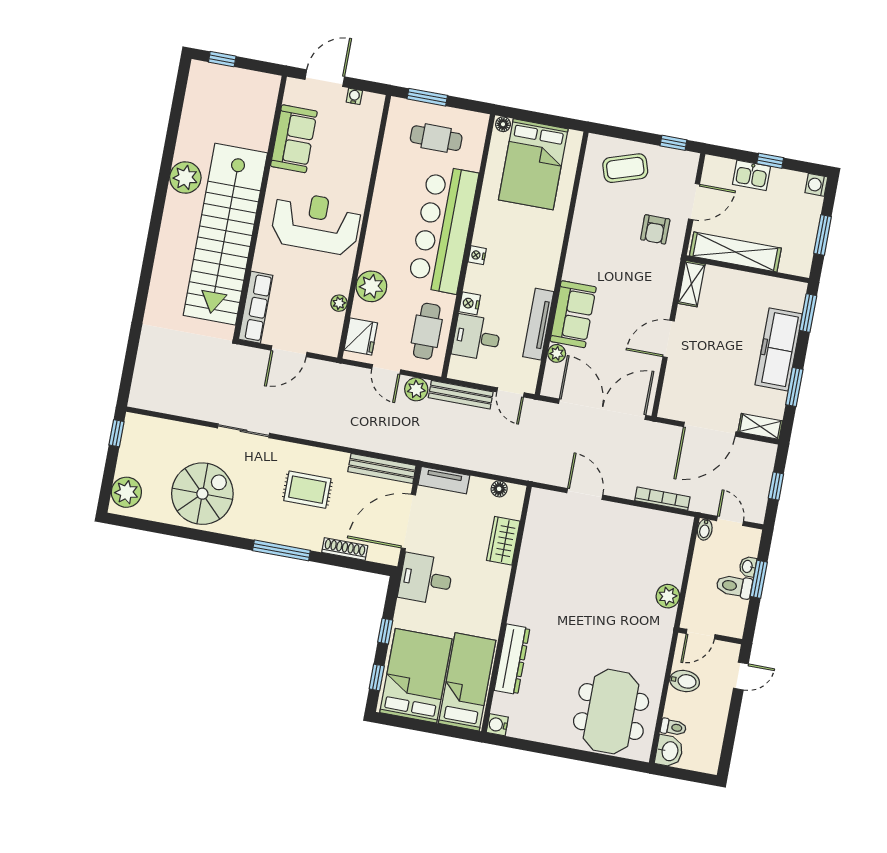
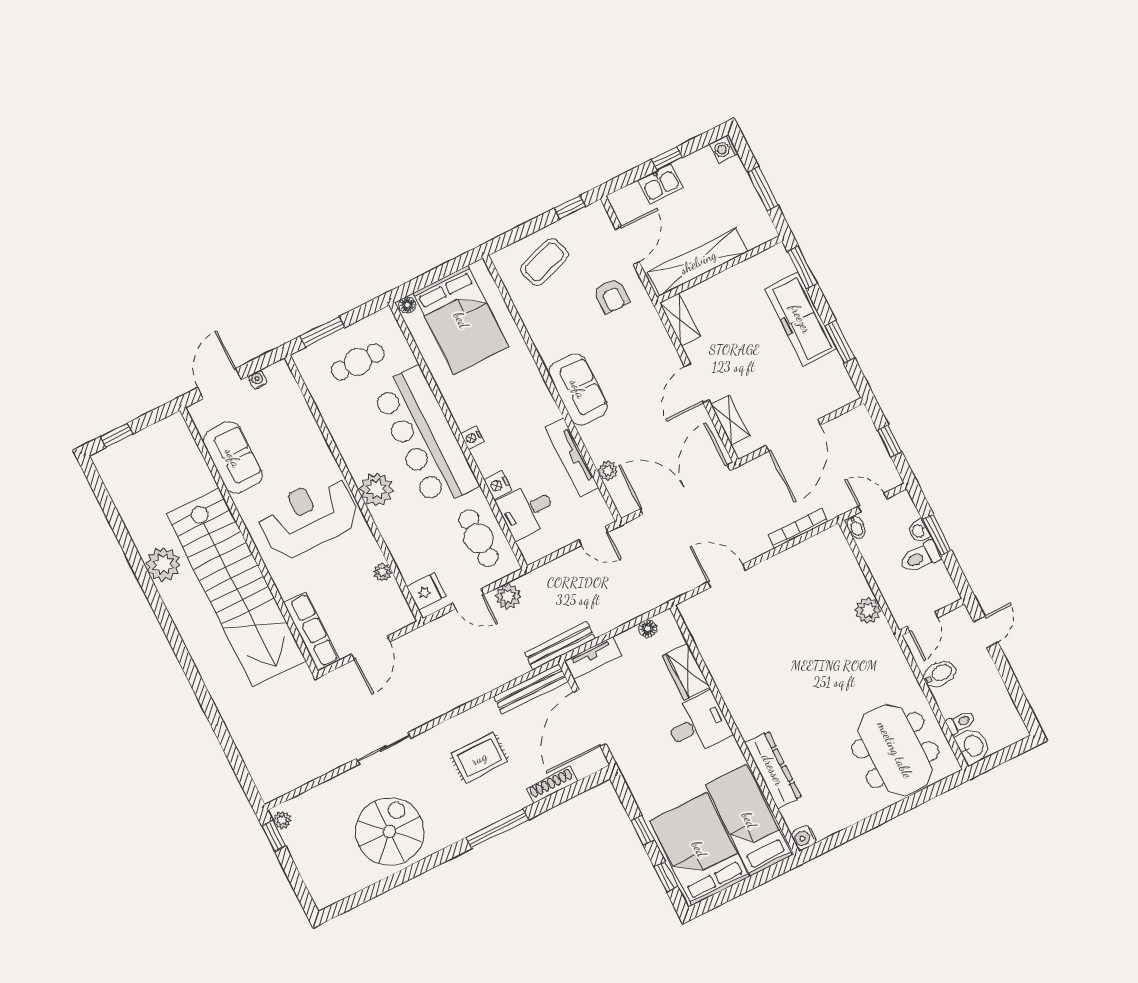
plant: (371, 286) -> (376, 489), moved
sofa: (573, 314) -> (578, 389), moved
fridge: (361, 336) -> (426, 591), width x0.72
bench: (461, 395) -> (560, 646), moved
shelving: (760, 426) -> (730, 420), moved, turned 90
plant: (126, 492) -> (282, 820), moved, width x0.53, depth x0.53
desk: (426, 579) -> (698, 724), moved, turned 180

